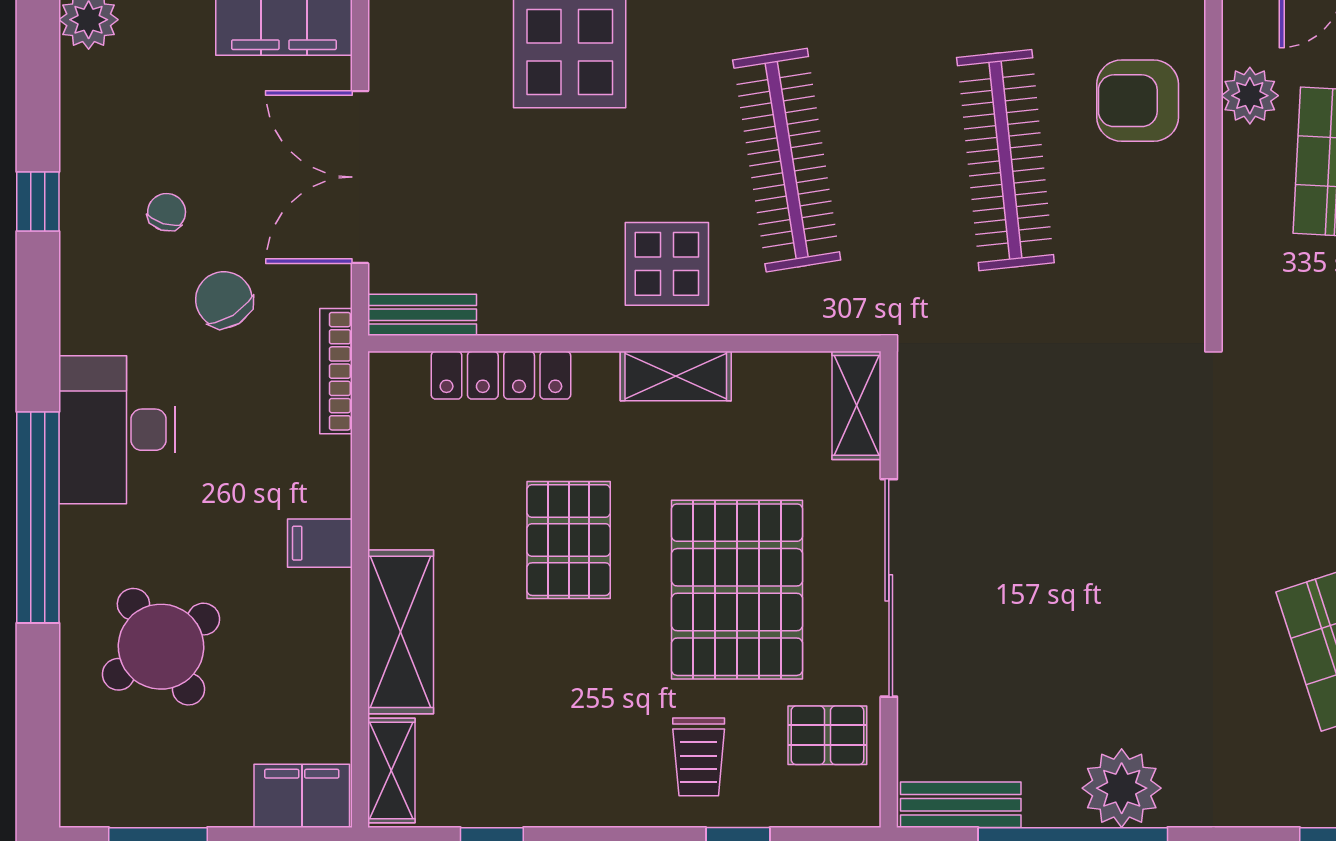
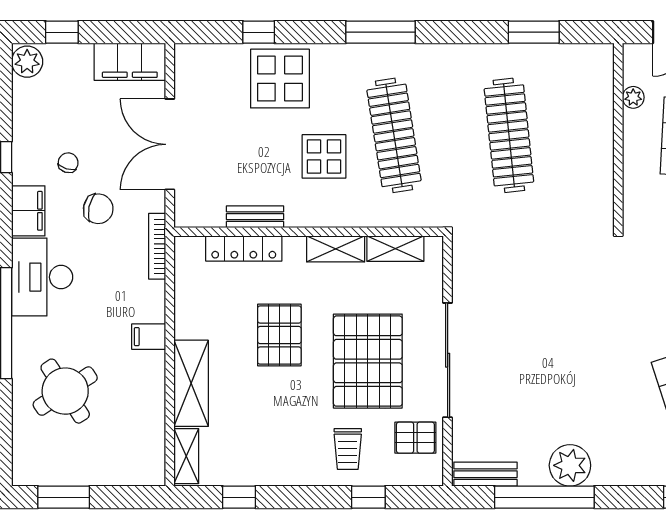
plant: (1250, 96) -> (633, 97), width x0.73, depth x0.73
armchair: (1138, 101) -> (578, 104), removed
display table: (667, 264) -> (324, 156), moved
chair: (224, 300) -> (98, 209), turned 134
bench: (422, 315) -> (255, 217), moved
shelving: (857, 405) -> (395, 249), moved, turned 90
filing cabinet: (302, 796) -> (28, 211), moved, turned 90

